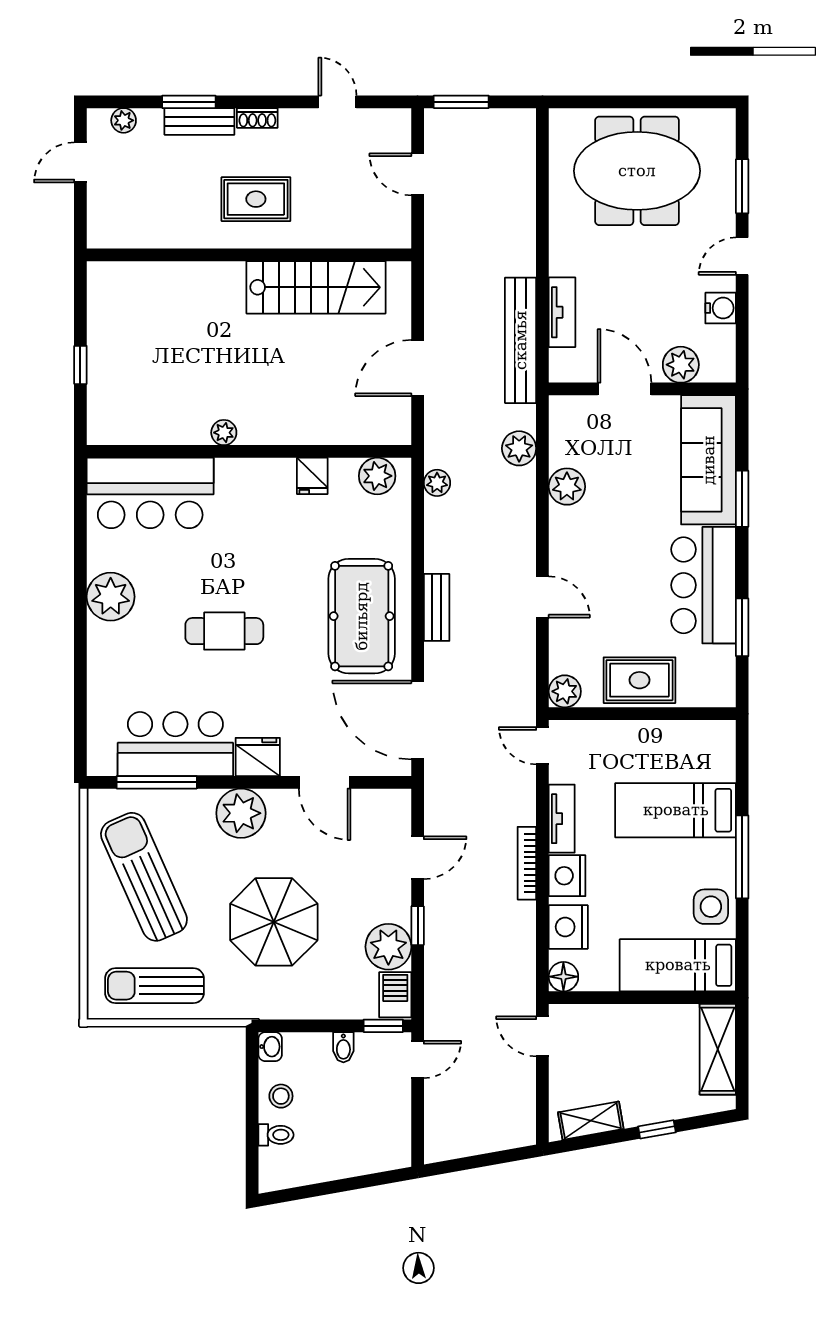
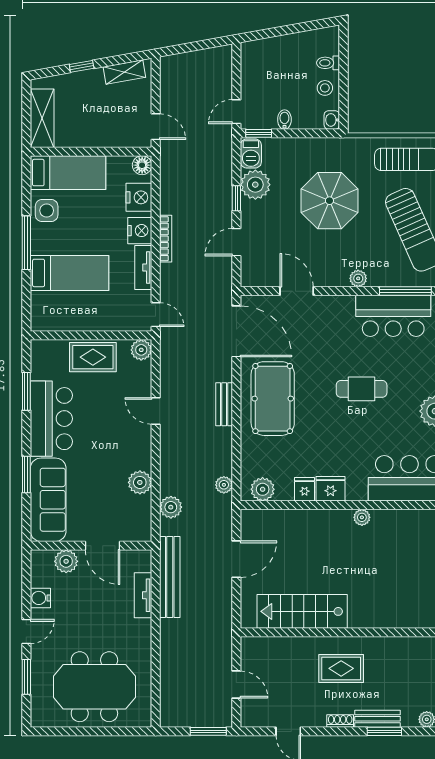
fridge: (258, 757) -> (330, 489), moved, turned 180
plant: (241, 813) -> (358, 278), width x0.53, depth x0.53

